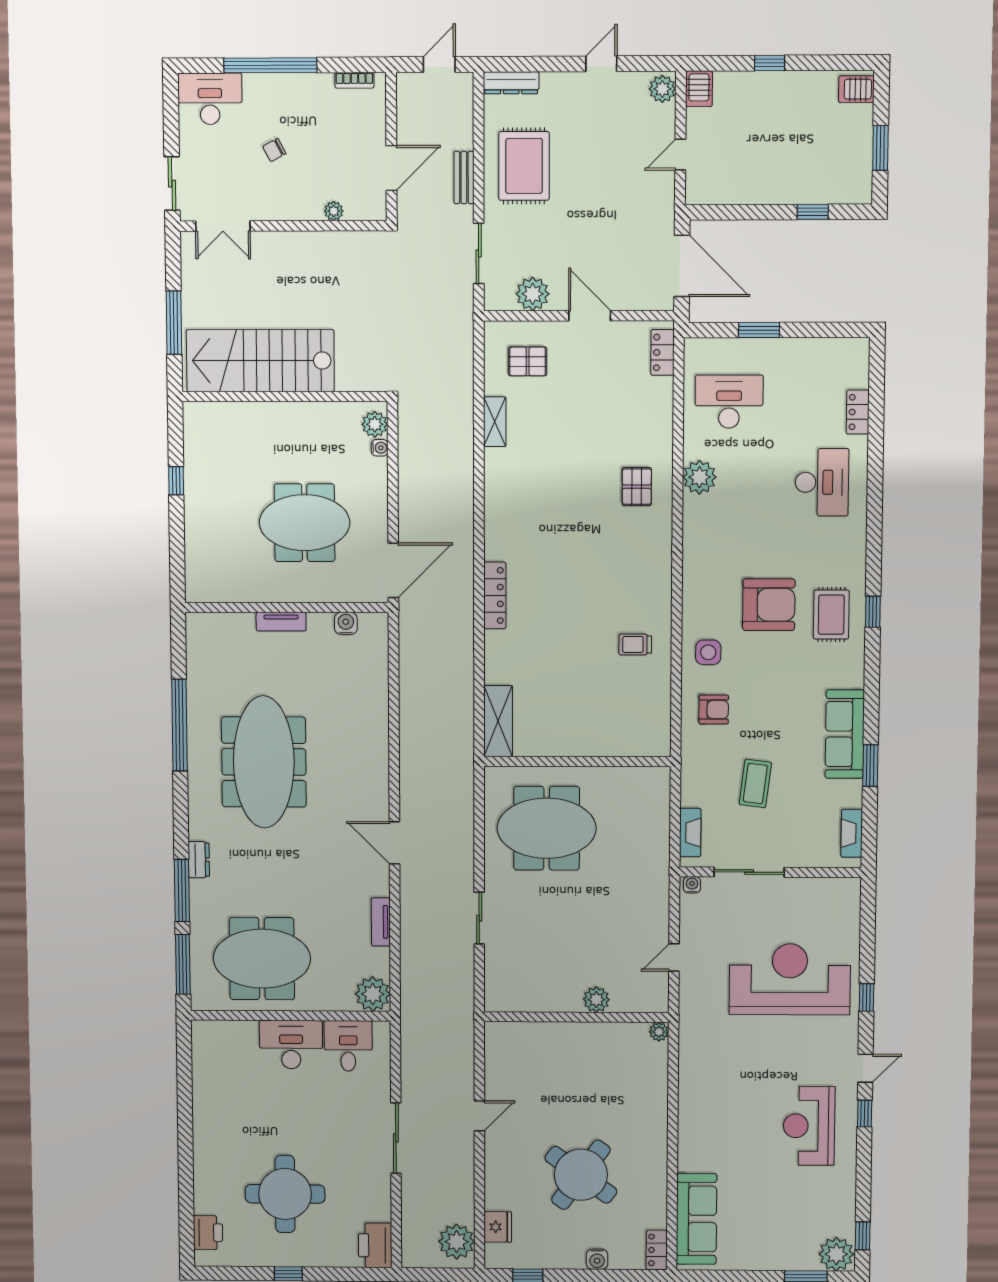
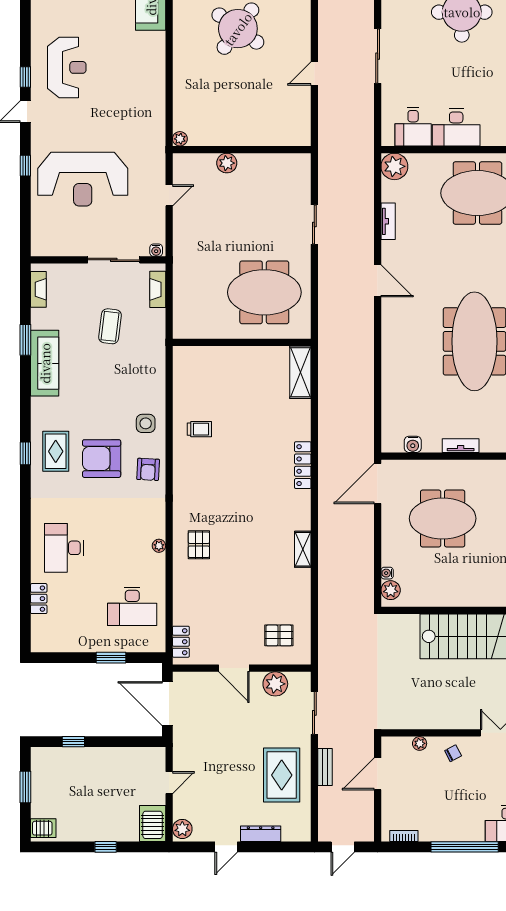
dresser: (511, 83) -> (261, 834), moved
server rack: (699, 89) -> (153, 823), width x1.36, depth x1.44
chair: (274, 150) -> (453, 753), moved
shelving: (495, 422) -> (303, 549), moved
plant: (700, 477) -> (159, 546), width x0.53, depth x0.53
armchair: (714, 710) -> (148, 469), moved, turned -87

